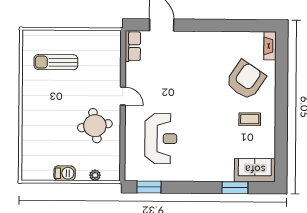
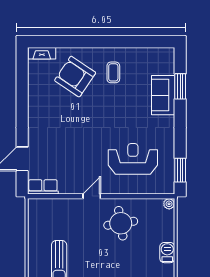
sofa: (255, 170) -> (163, 95), moved
plant: (95, 175) -> (169, 204), moved

